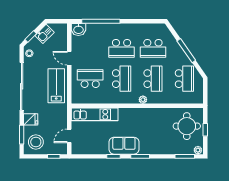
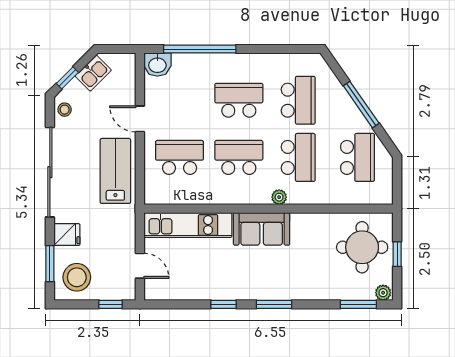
school desk: (122, 48) -> (239, 100), turned 180
school desk: (153, 48) -> (298, 100), turned -90
school desk: (122, 79) -> (239, 157), turned -90
door: (69, 136) -> (140, 266), swing flipped
sofa: (124, 146) -> (262, 229), moved, turned 180

